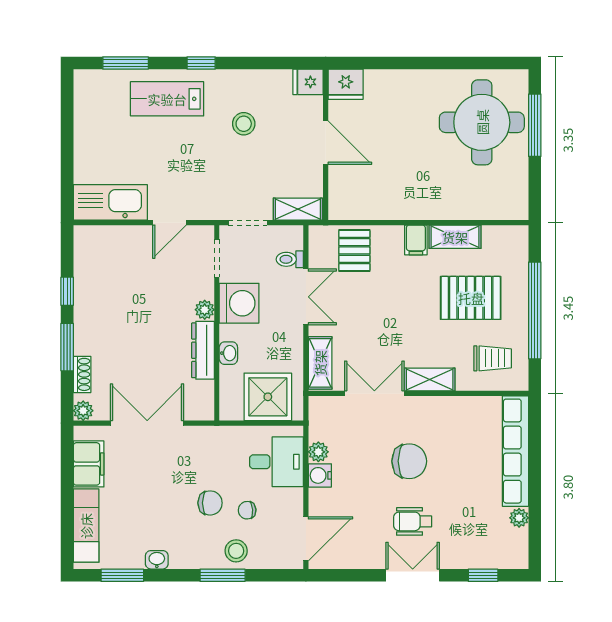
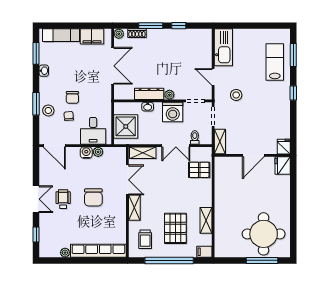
lab bench: (167, 99) -> (275, 62), moved
stool: (244, 124) -> (236, 95), moved
filing cabinet: (416, 240) -> (204, 252), moved

